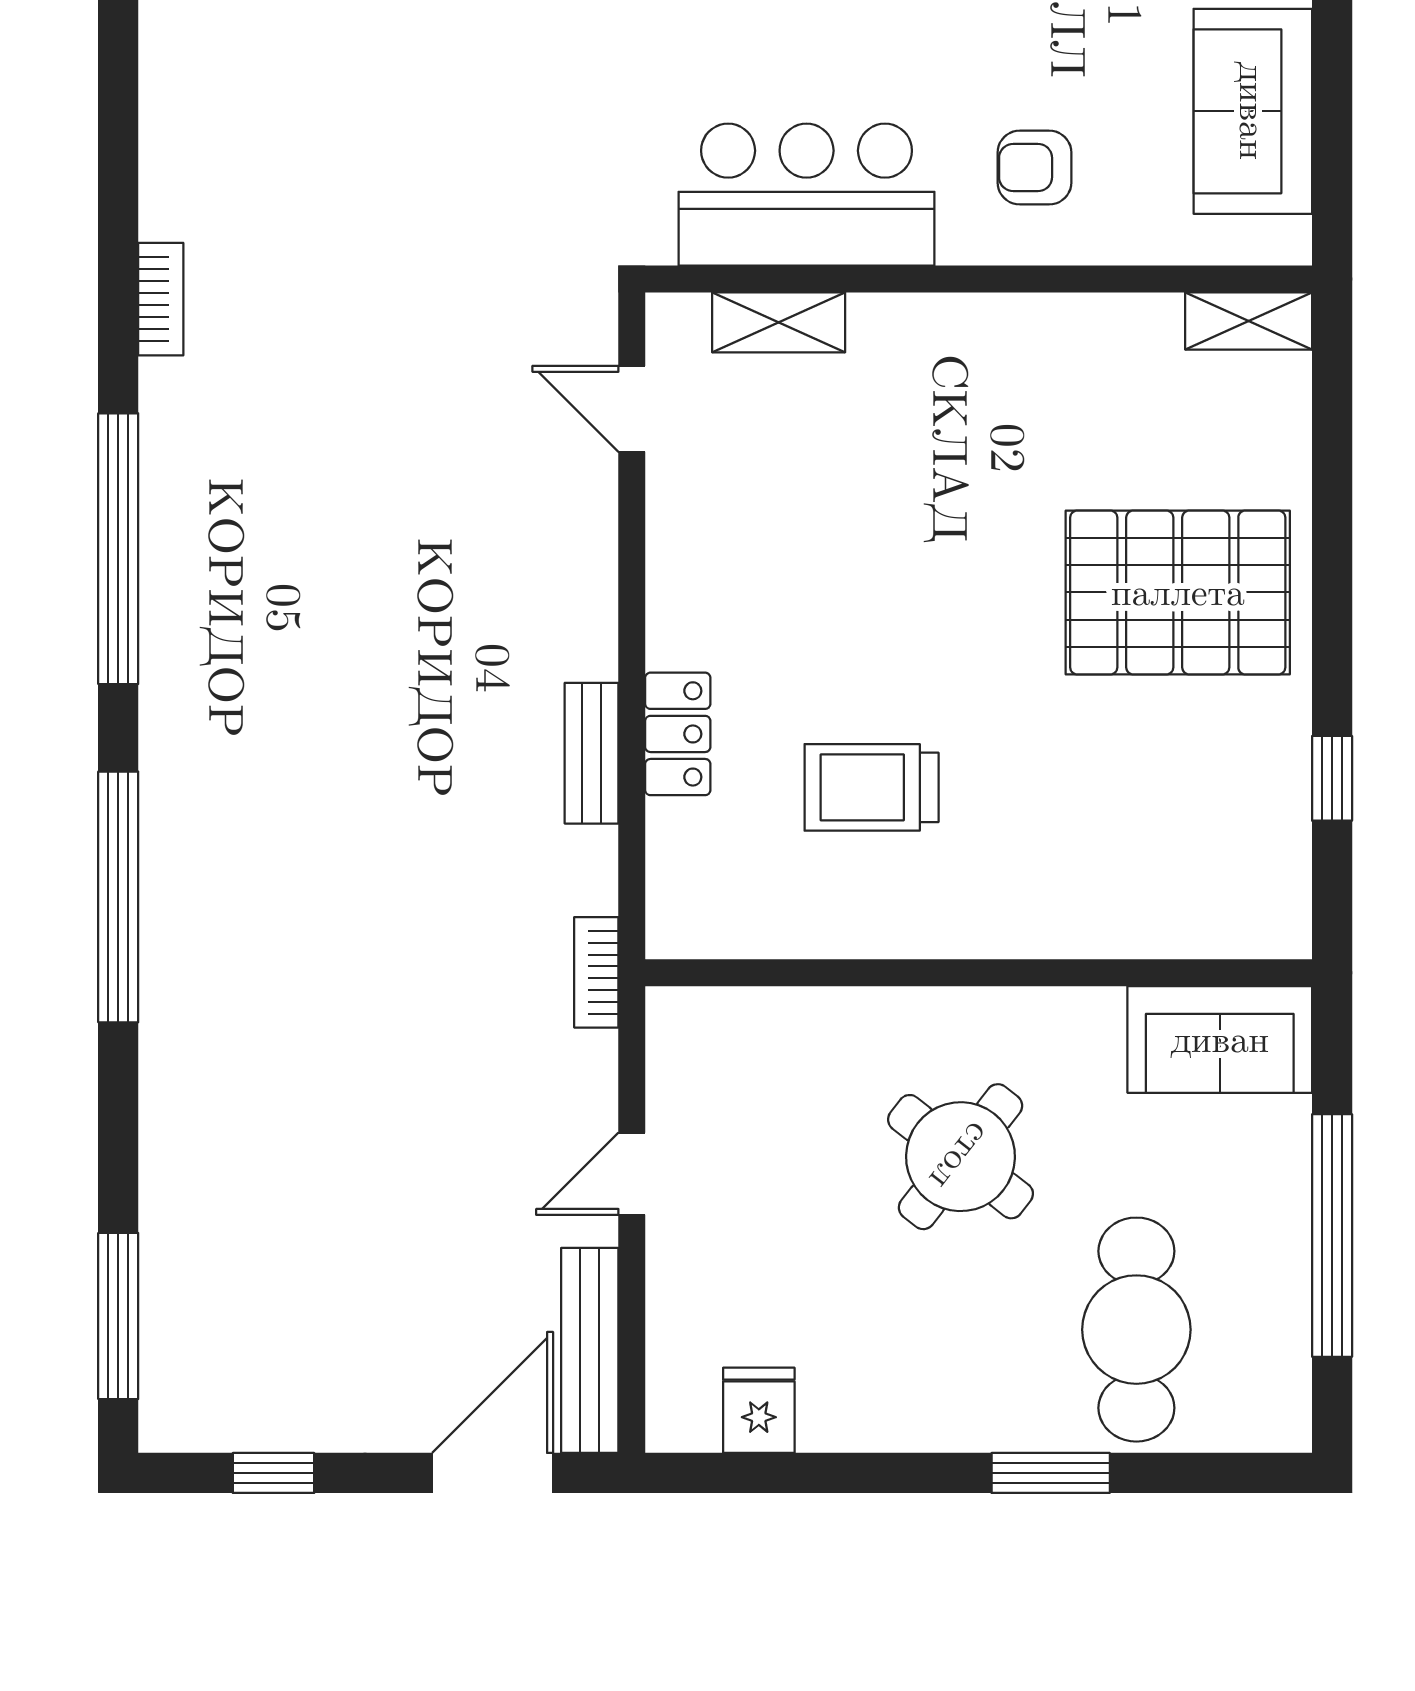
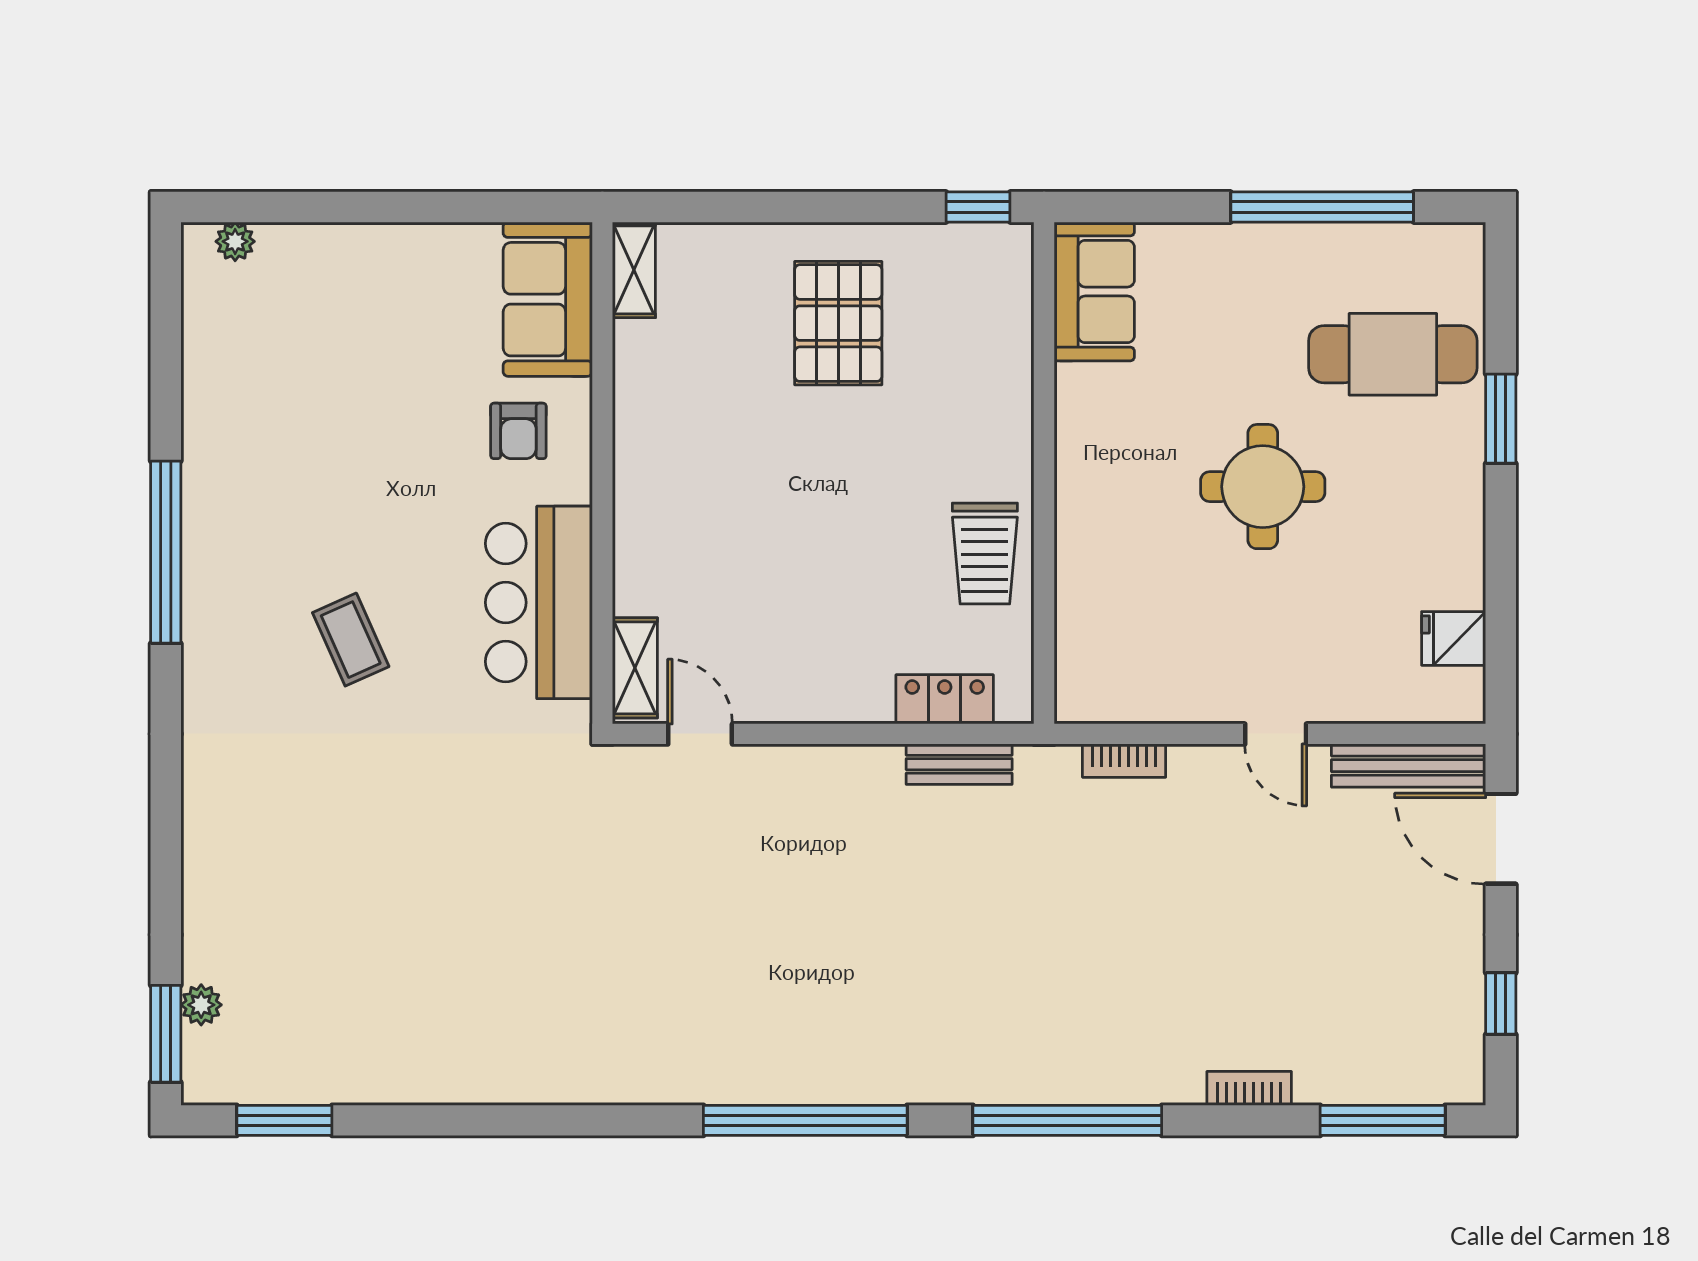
sofa: (1253, 111) -> (548, 299), moved, turned 90
bookcase: (161, 299) -> (1249, 1088), moved
shelving: (779, 322) -> (635, 668), moved
door: (632, 409) -> (700, 734), swing flipped
pallet: (1178, 592) -> (838, 323), width x0.73, depth x0.71
wall: (979, 973) -> (1044, 473), moved
sofa: (1220, 1039) -> (1094, 291), moved
round table: (961, 1157) -> (1263, 487), turned -38

